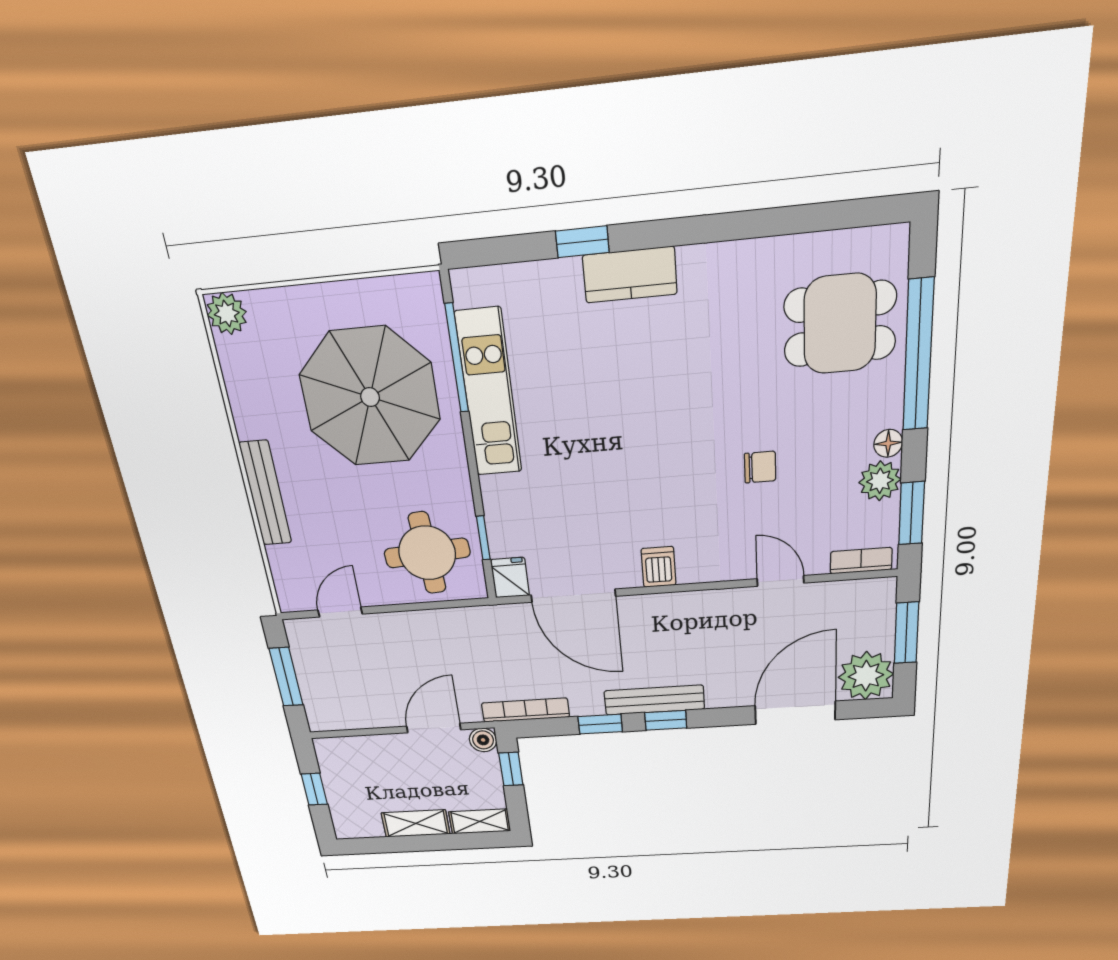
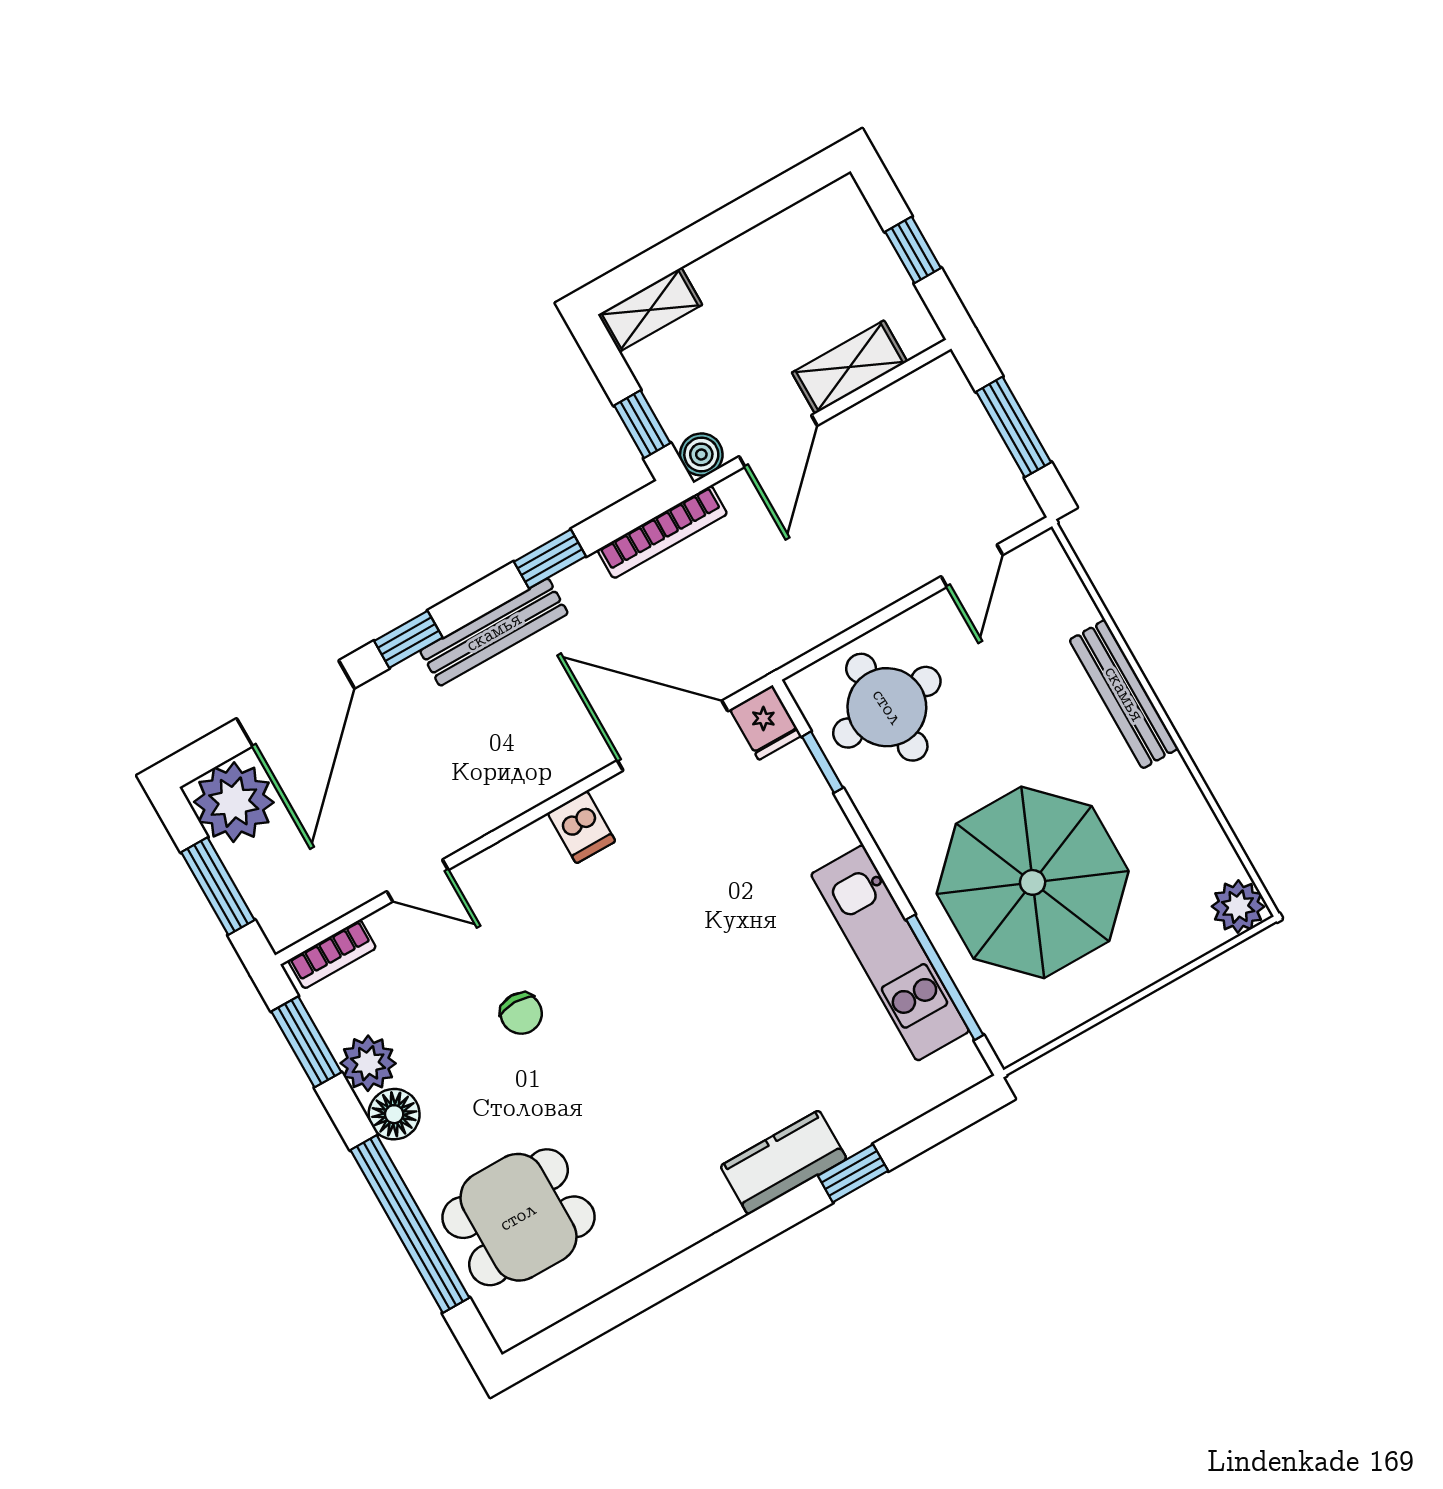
floor lamp: (888, 443) -> (394, 1114), width x1.37, depth x1.37
chair: (760, 467) -> (521, 1013), turned -90
window: (666, 720) -> (408, 639), moved
shelving: (416, 823) -> (850, 367), moved

